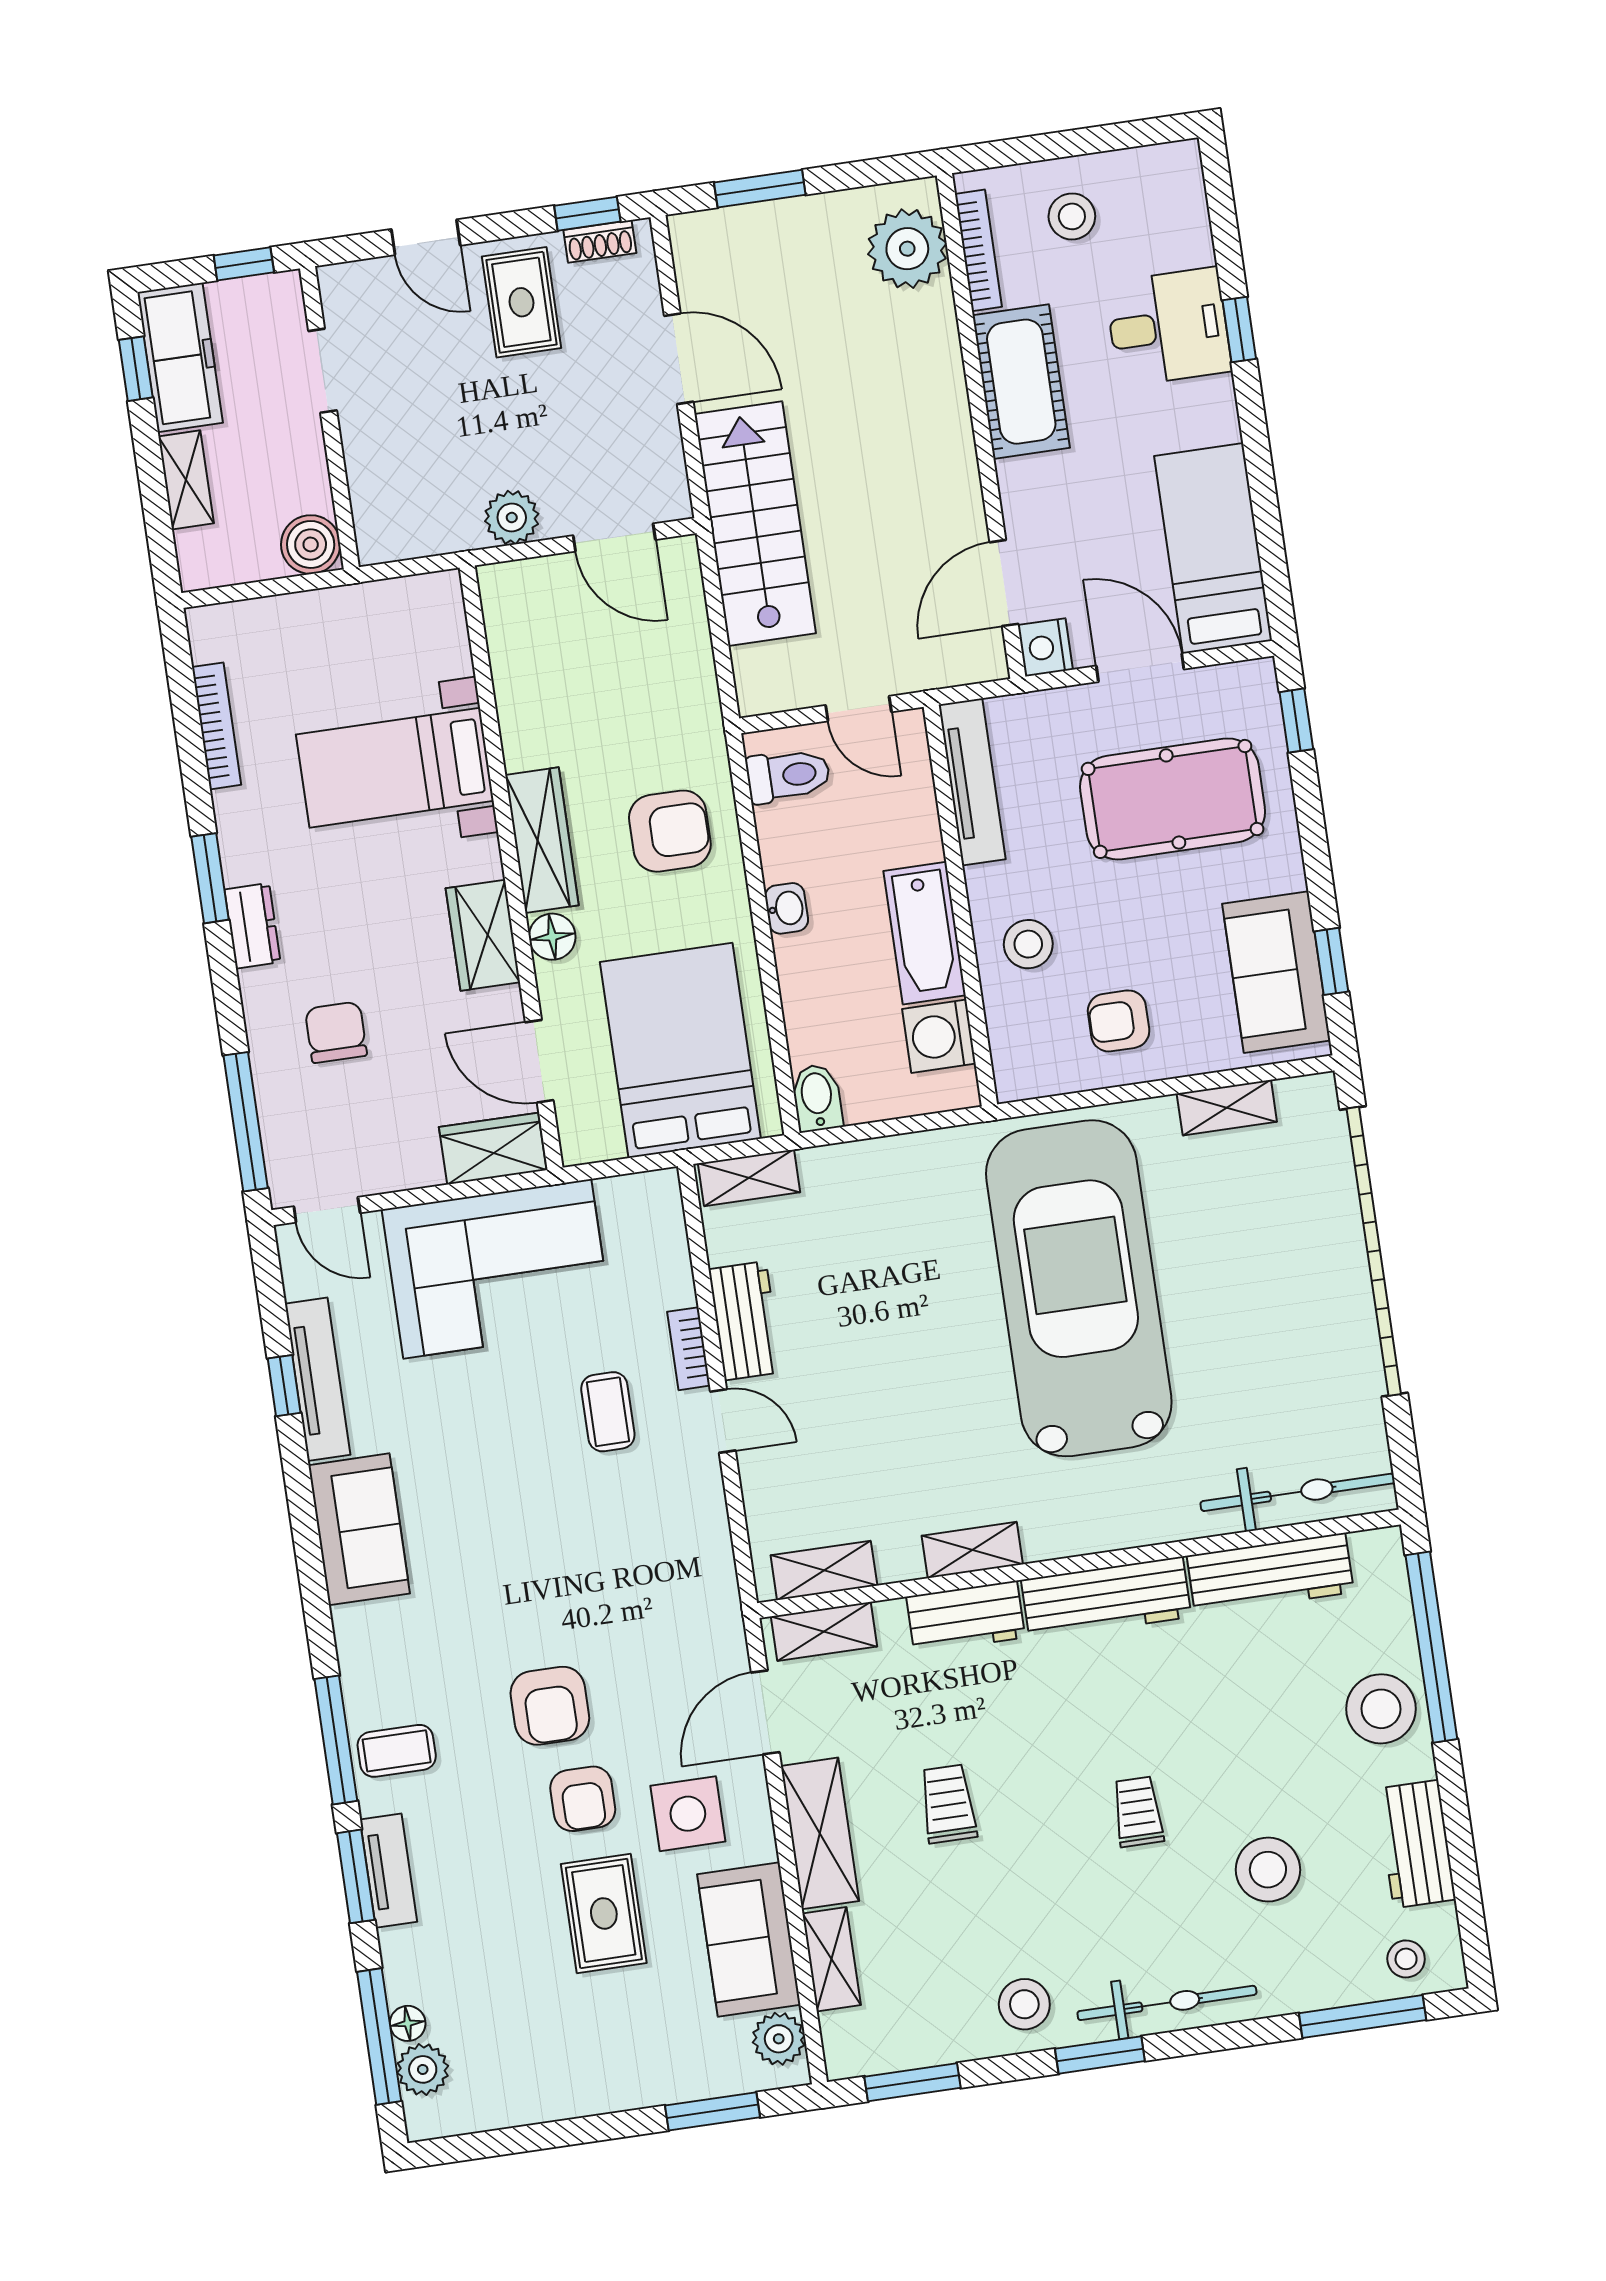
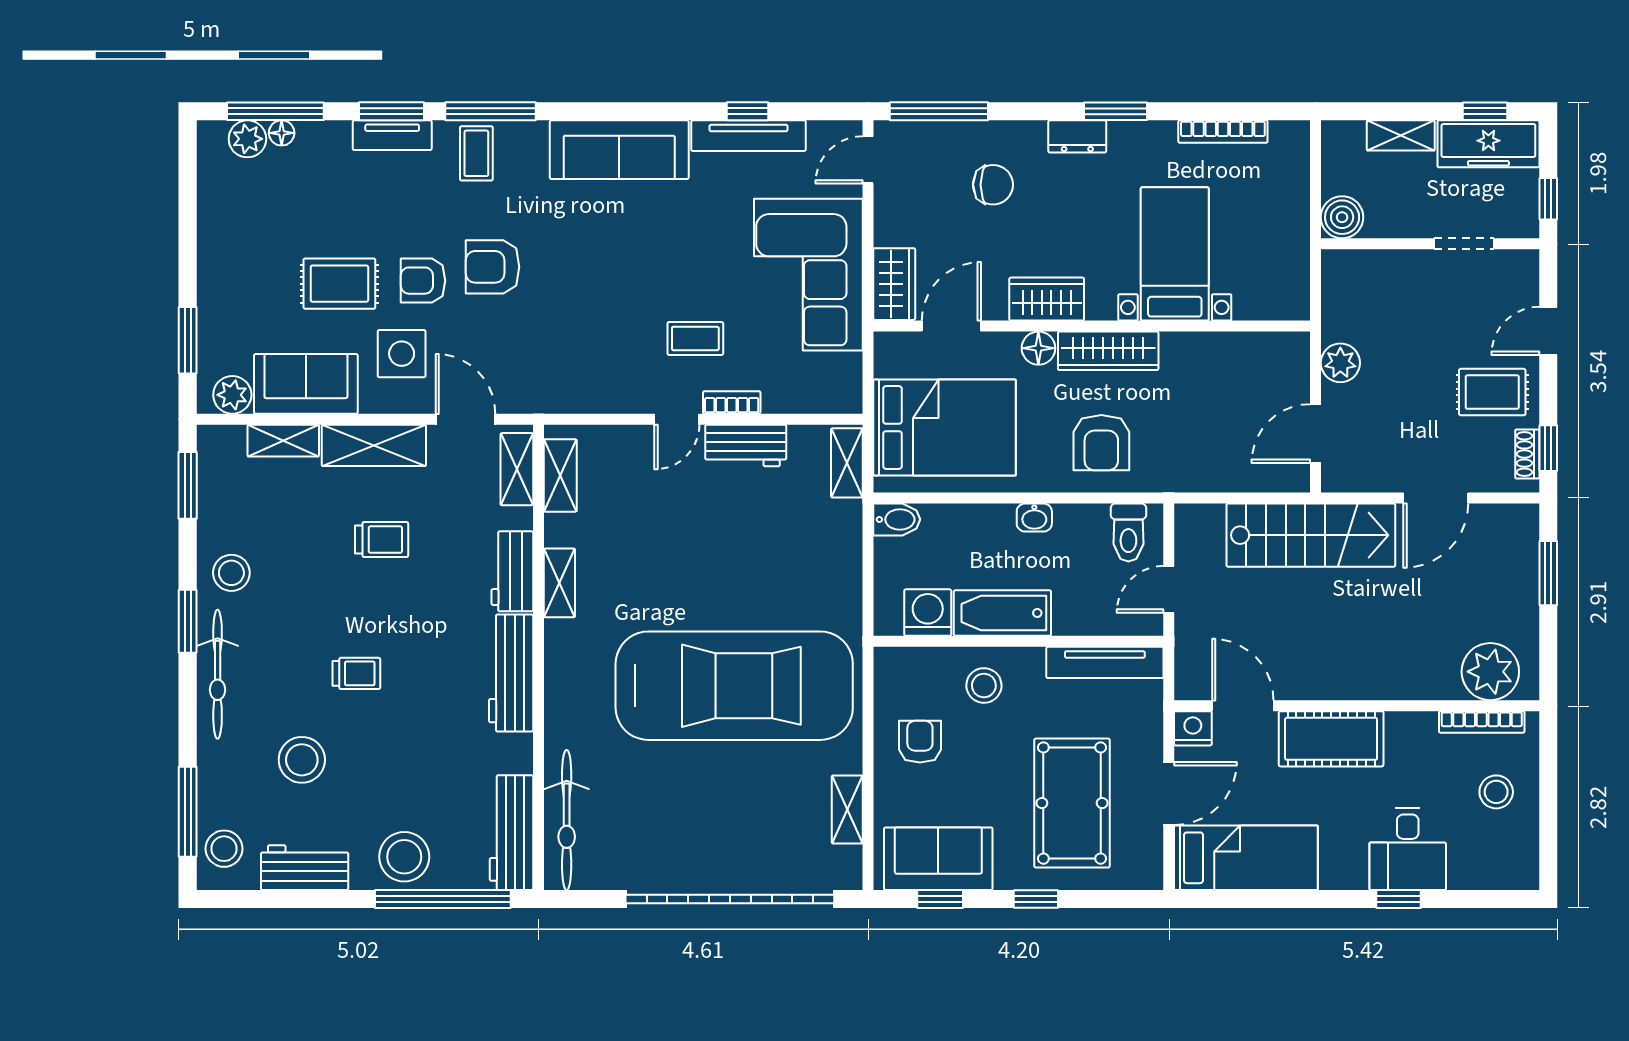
cot: (1021, 382) -> (1331, 739), moved
window: (1296, 721) -> (1036, 899), moved
sofa: (359, 1529) -> (619, 150), width x1.36
workbench: (1270, 1574) -> (512, 833), moved
stool: (1406, 1959) -> (224, 849), width x1.37, depth x1.37

